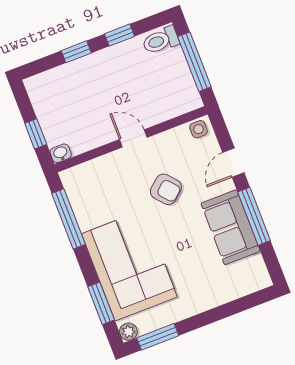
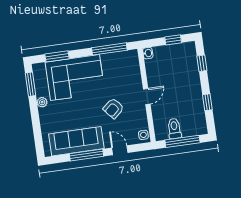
toilet: (161, 40) -> (174, 128), moved
window: (76, 52) -> (202, 63), moved
window: (36, 134) -> (173, 40), moved
sofa: (231, 227) -> (76, 141), width x1.36
plant: (128, 332) -> (42, 102), moved

